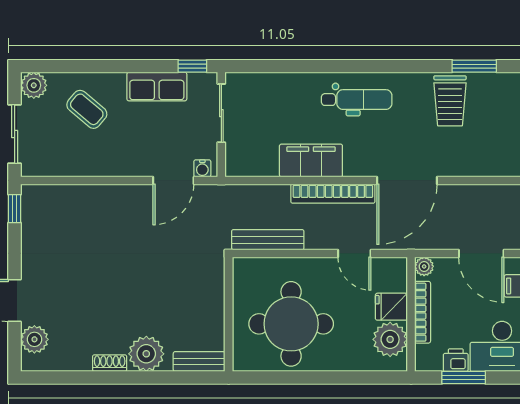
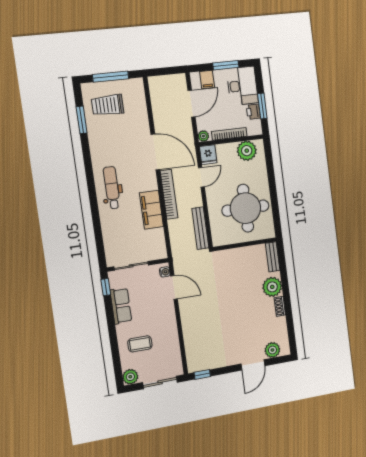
trolley: (450, 101) -> (108, 105), moved, turned 180
coffee table: (87, 109) -> (140, 344), turned 50
fridge: (391, 307) -> (208, 155), moved

